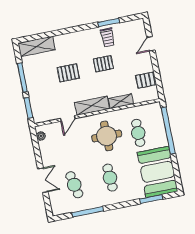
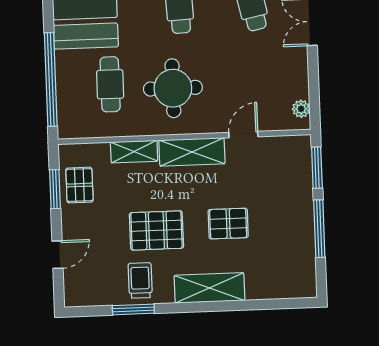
shelving: (36, 46) -> (209, 288), moved
pallet: (103, 64) -> (156, 230), width x1.50, depth x1.42
window: (157, 76) -> (55, 189), added
pallet: (145, 80) -> (79, 185), turned 90

